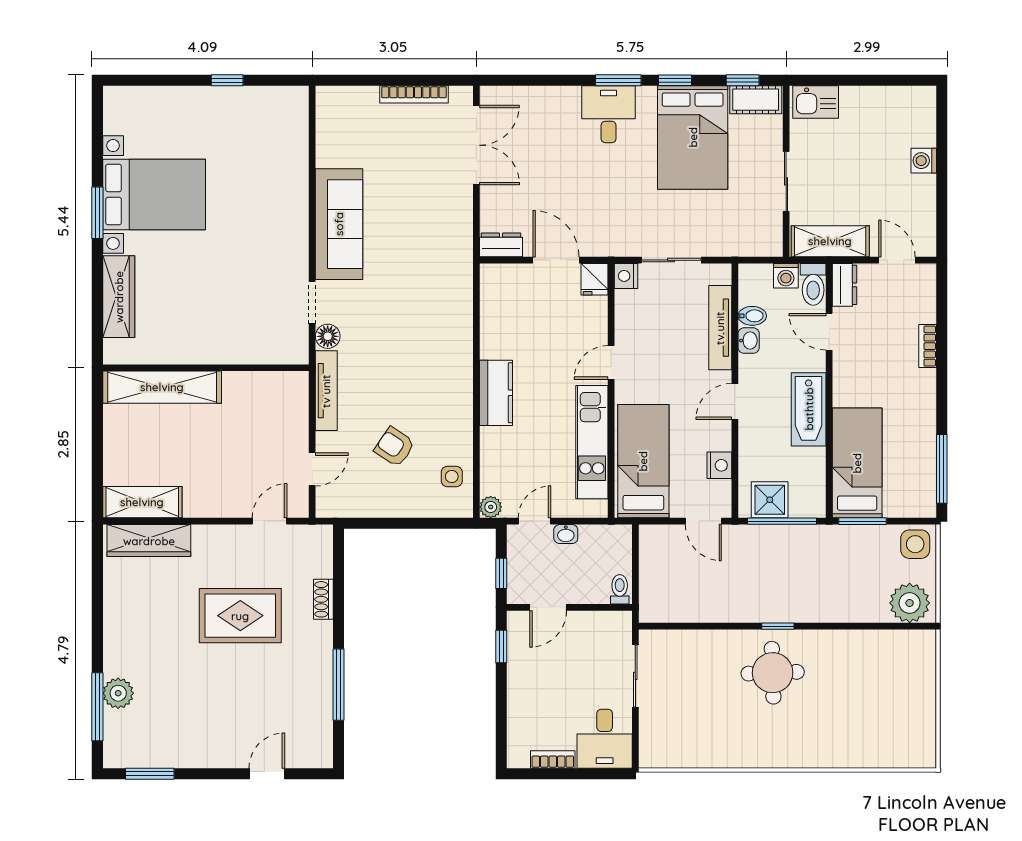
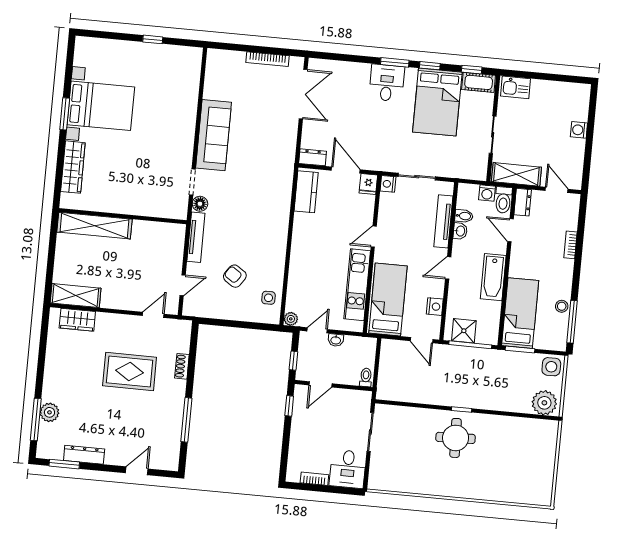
kitchen counter: (496, 393) -> (306, 192), moved
stool: (923, 446) -> (562, 306), added
wardrobe: (149, 541) -> (77, 320), width x0.67
dresser: (180, 756) -> (84, 455), added

